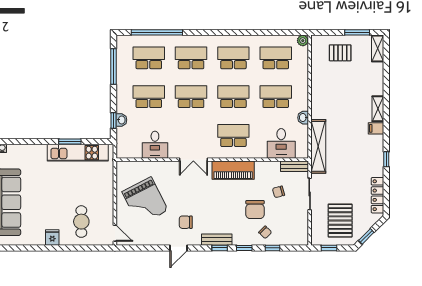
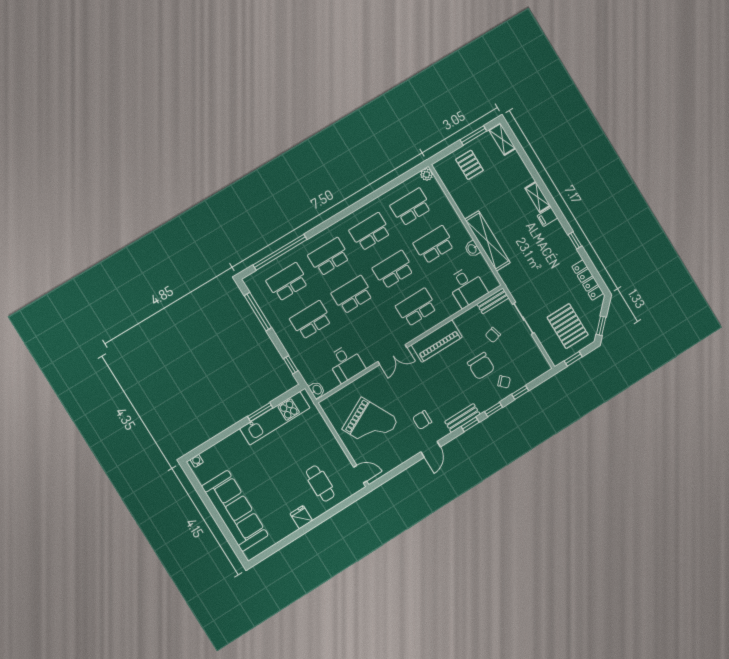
pallet: (340, 53) -> (469, 165), turned 90
washbasin: (121, 120) -> (317, 390), moved
shelving: (318, 146) -> (487, 241), moved

